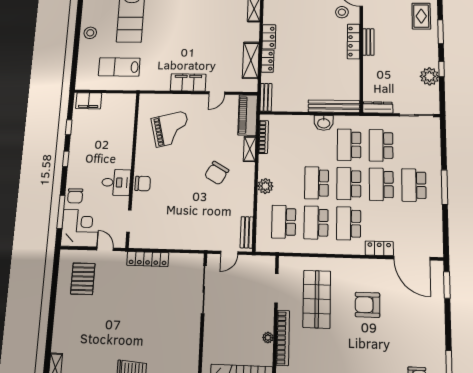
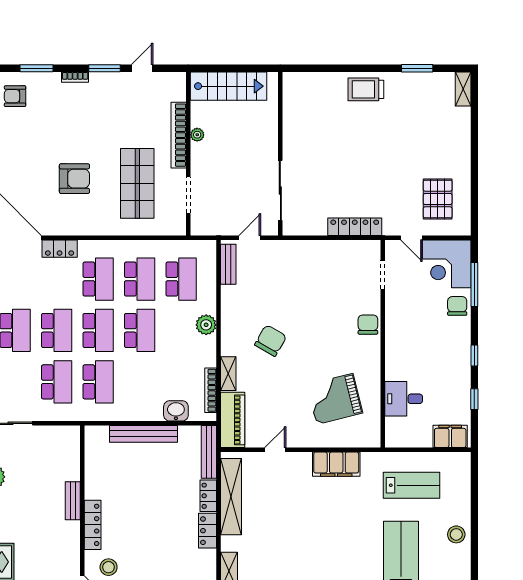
bench: (368, 42) -> (73, 501), moved
shelving: (251, 60) -> (231, 497), width x1.47
filing cabinet: (188, 82) -> (336, 464), moved
bench: (266, 97) -> (209, 452), width x1.36
bench: (334, 106) -> (144, 434), moved
dresser: (378, 107) -> (61, 433), removed
washbasin: (324, 123) -> (176, 411), moved
desk: (116, 182) -> (404, 399), moved
chair: (143, 184) -> (368, 325), turned 90

